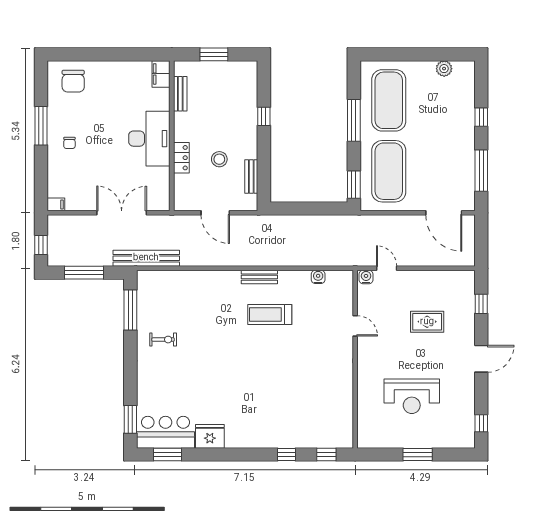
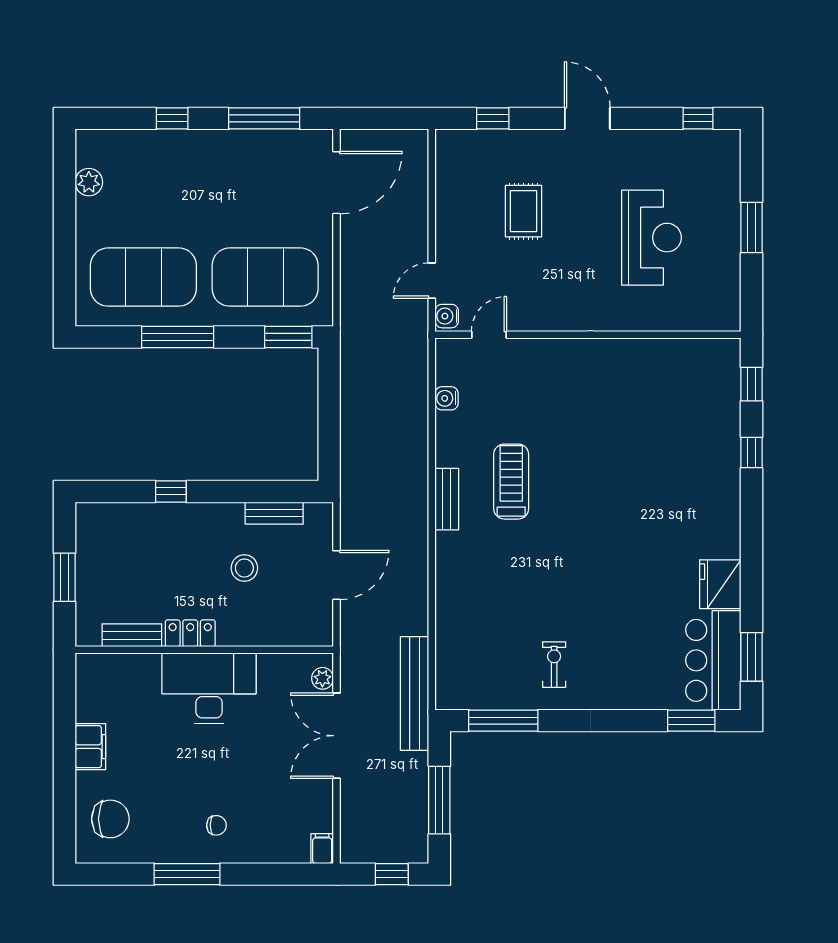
filing cabinet: (161, 74) -> (90, 747), moved, turned -90
locker: (181, 158) -> (190, 633), moved
plant: (155, 205) -> (322, 678), added
treadmill: (270, 315) -> (511, 482), turned 180
door: (355, 326) -> (489, 335), moved

